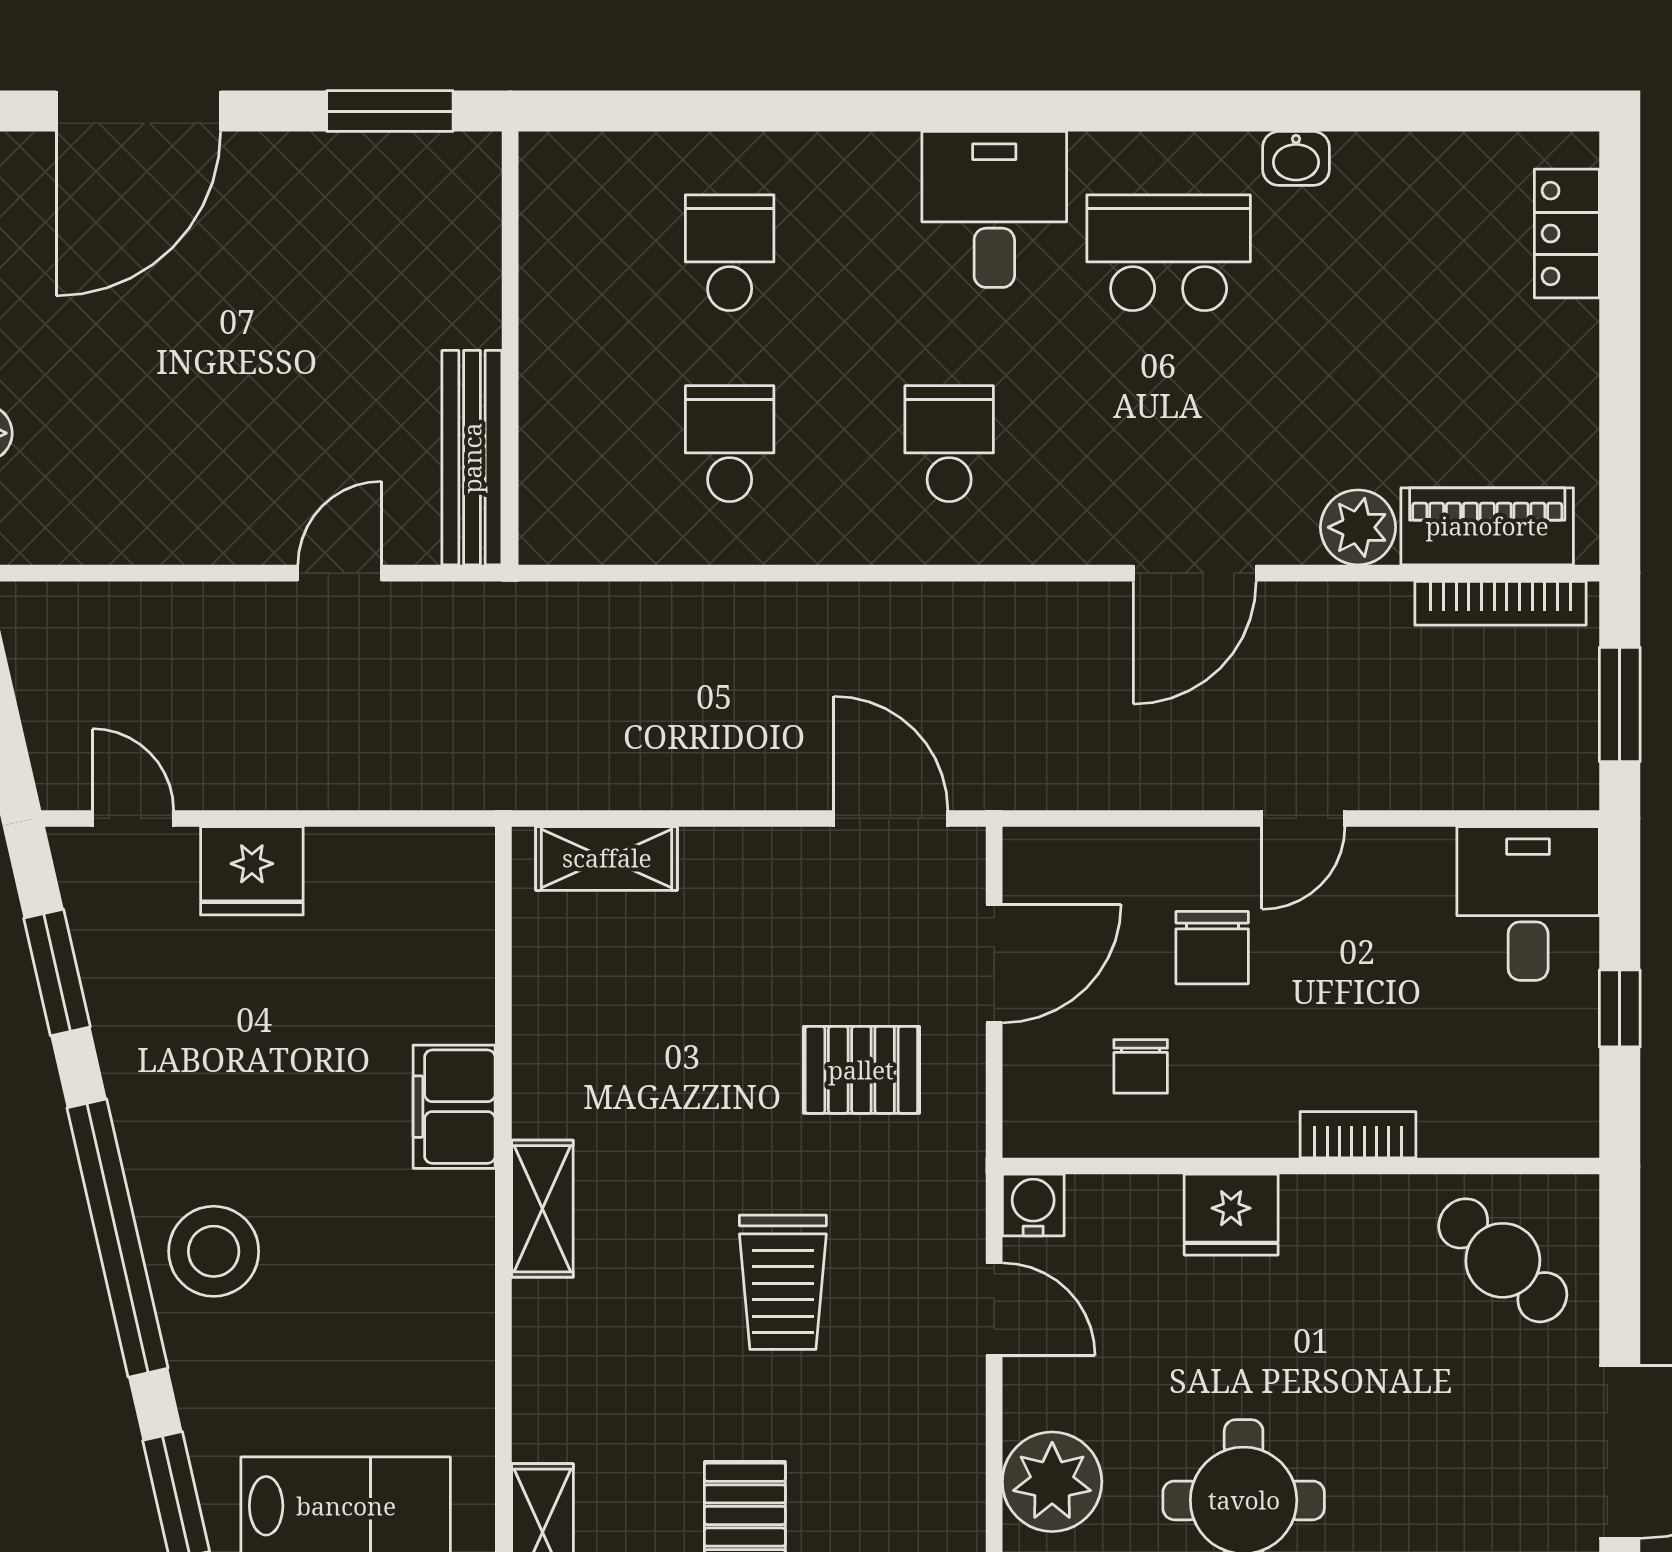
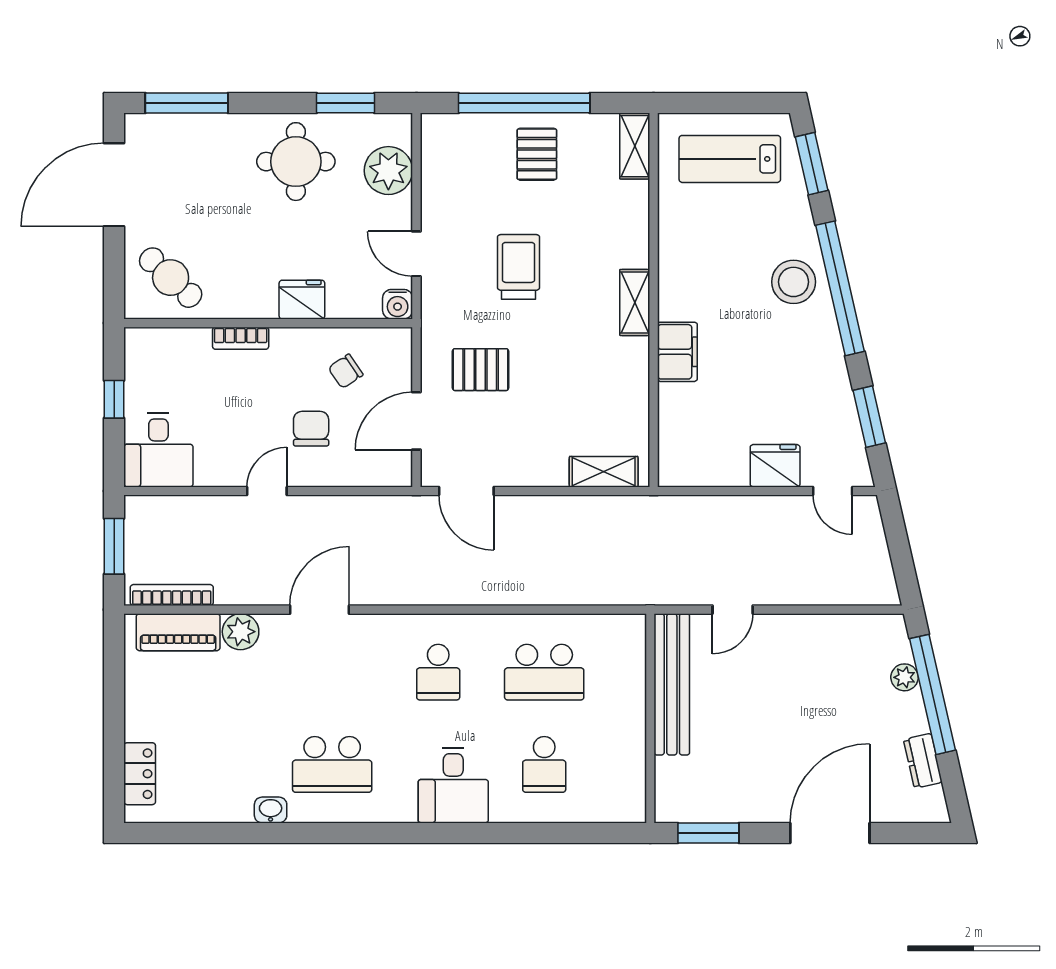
desk: (994, 209) -> (453, 785), moved
school desk: (730, 444) -> (544, 672), width x1.85
bench: (472, 458) -> (672, 684), width x1.37, depth x1.21
chair: (1141, 1066) -> (346, 371), turned -124

